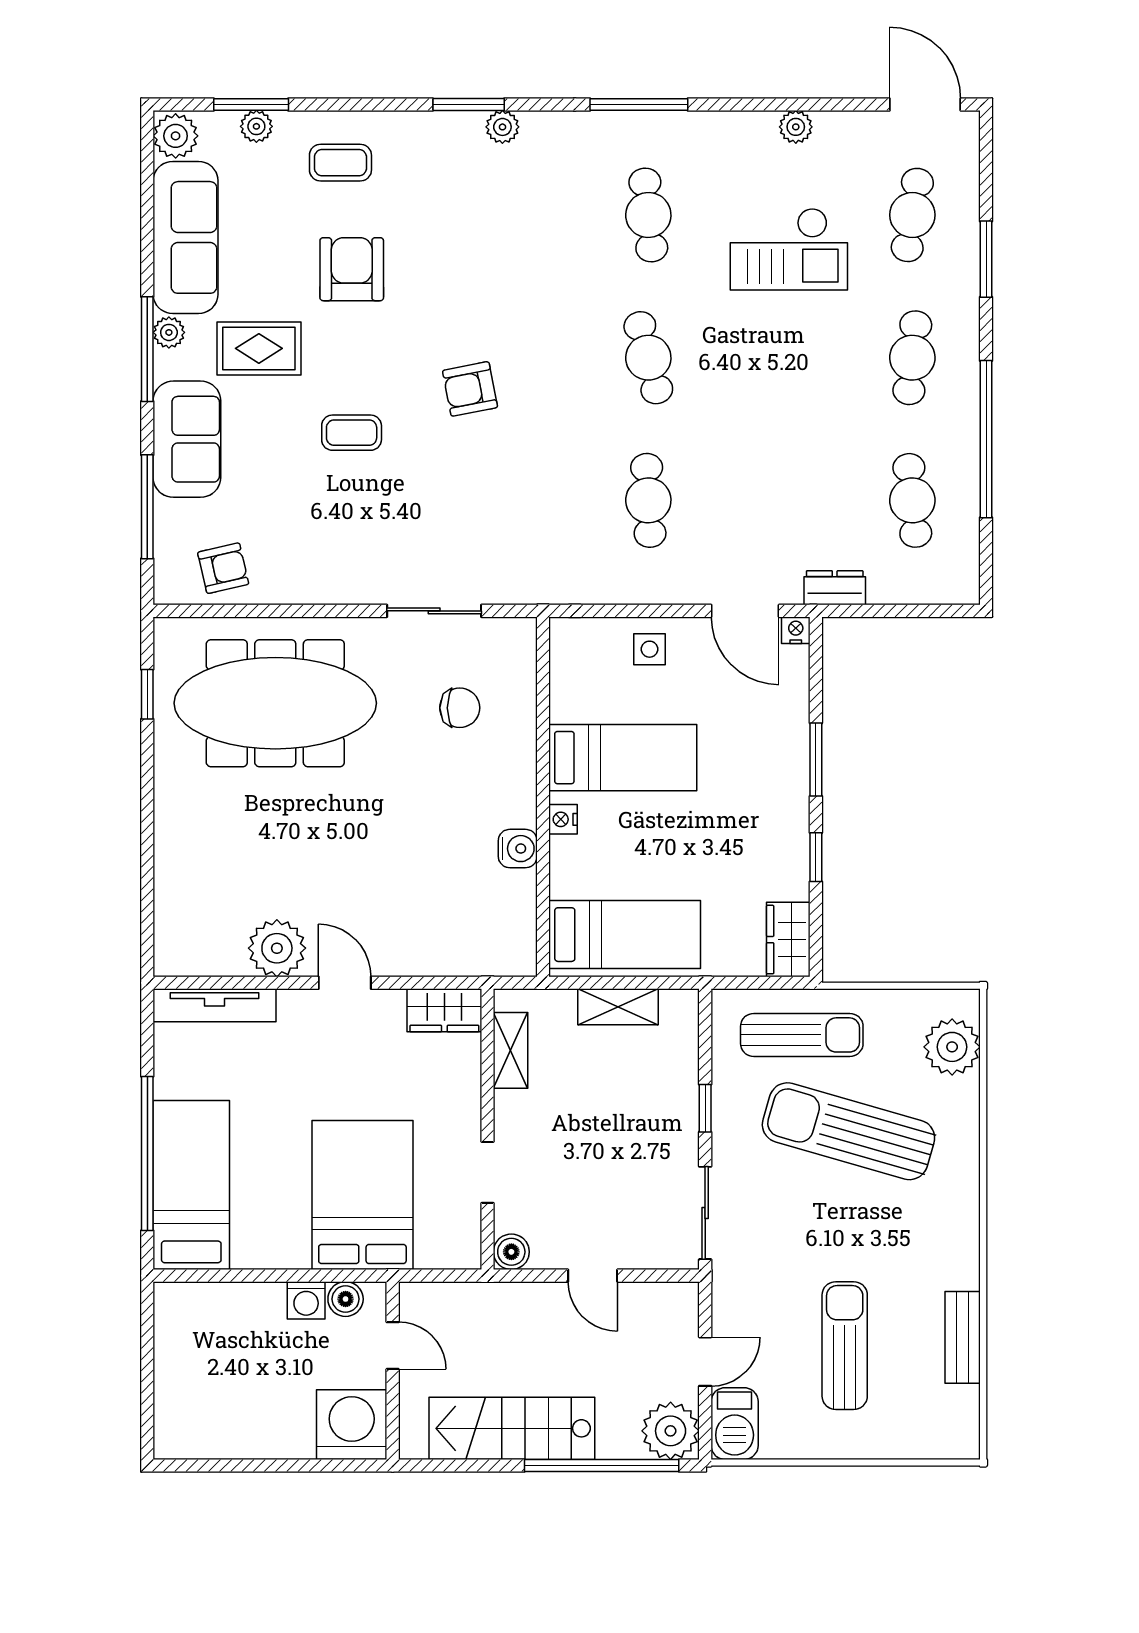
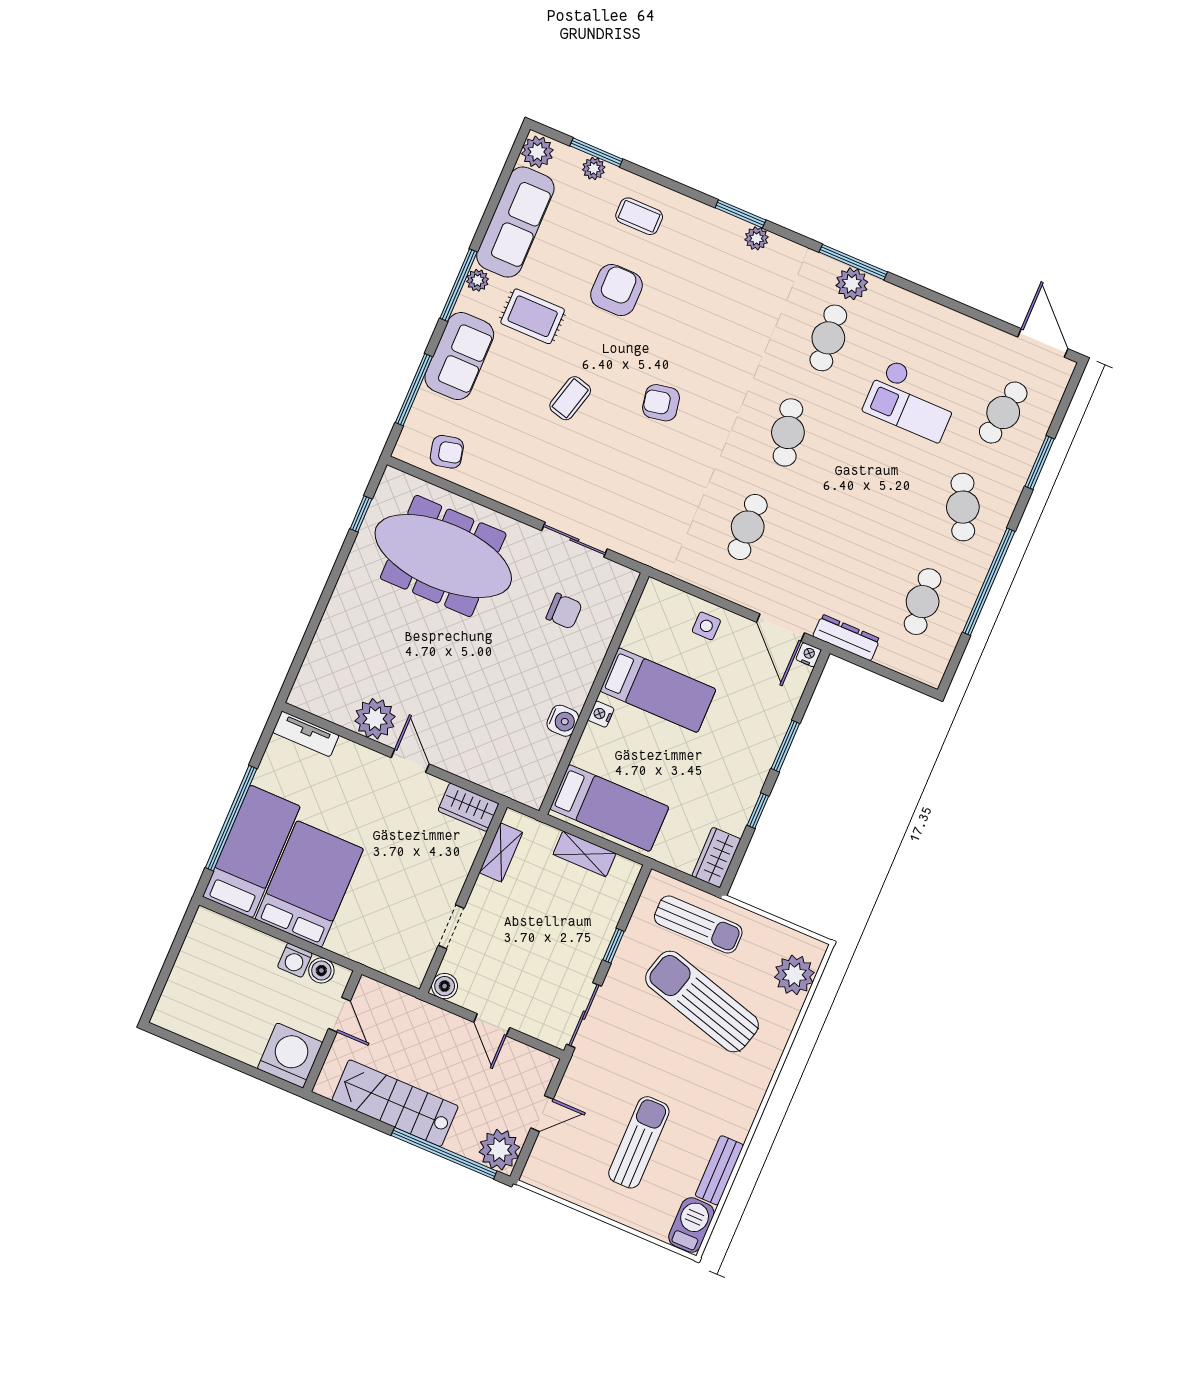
plant: (796, 127) -> (852, 284), moved, width x1.38, depth x1.38
cafe table: (912, 358) -> (963, 507), turned -30
coffee table: (352, 433) -> (570, 398), turned -75
dresser: (835, 588) -> (846, 638), width x1.44
tv unit: (215, 1005) -> (306, 734), width x0.71
bed: (362, 1195) -> (309, 884), moved
barbecue: (735, 1424) -> (691, 1225), moved, turned 180

